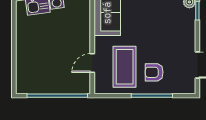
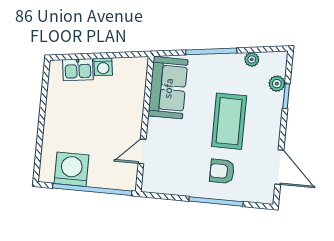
coffee table: (125, 67) -> (229, 121), moved
washing machine: (40, 82) -> (72, 169), added

